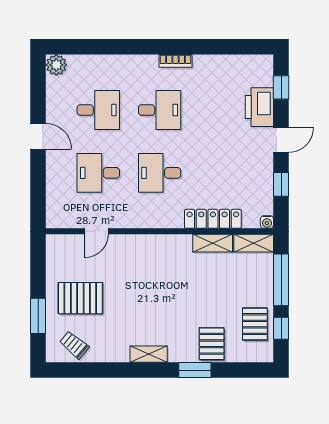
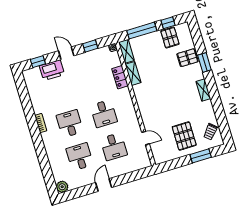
locker: (213, 219) -> (120, 77), width x0.66
pallet: (255, 324) -> (170, 38), turned 90

